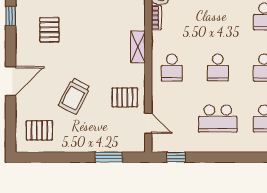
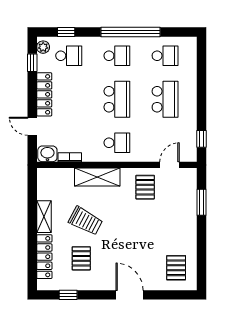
pallet: (49, 30) -> (81, 258), turned 90
shelving: (138, 47) -> (97, 177), width x1.50, depth x1.33
school desk: (218, 68) -> (117, 99), width x1.85
trolley: (74, 96) -> (86, 221), moved

